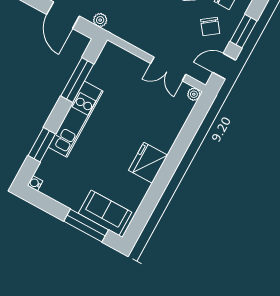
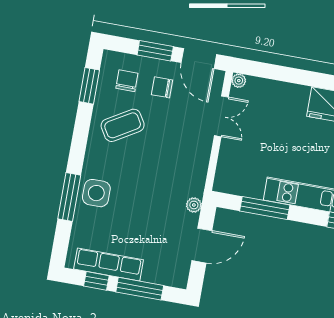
chair: (210, 26) -> (162, 87), turned -143
door: (224, 66) -> (199, 59), width x1.38

